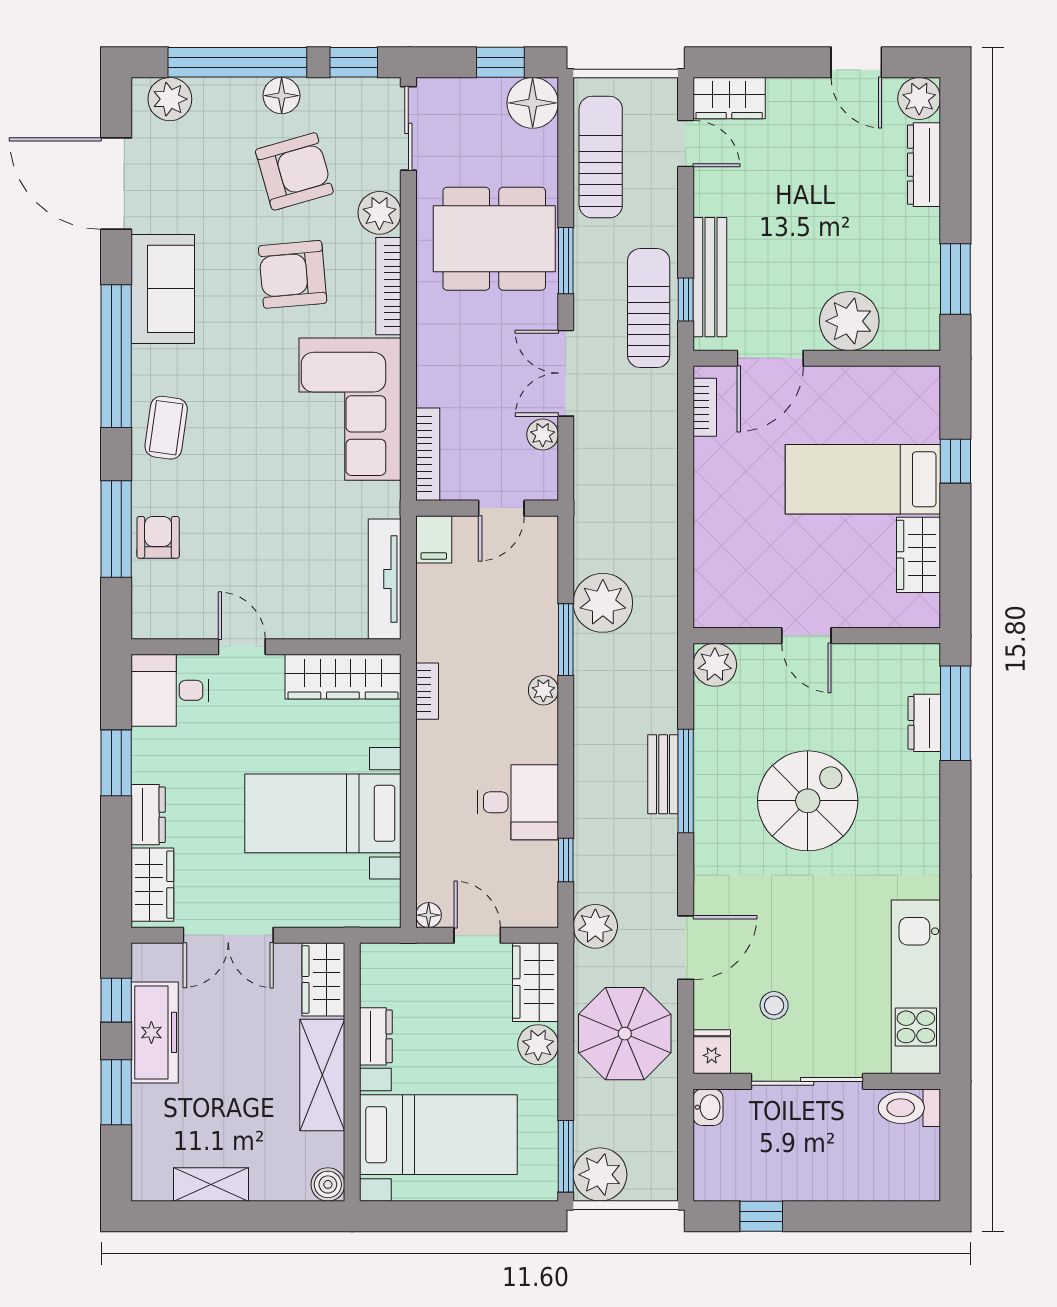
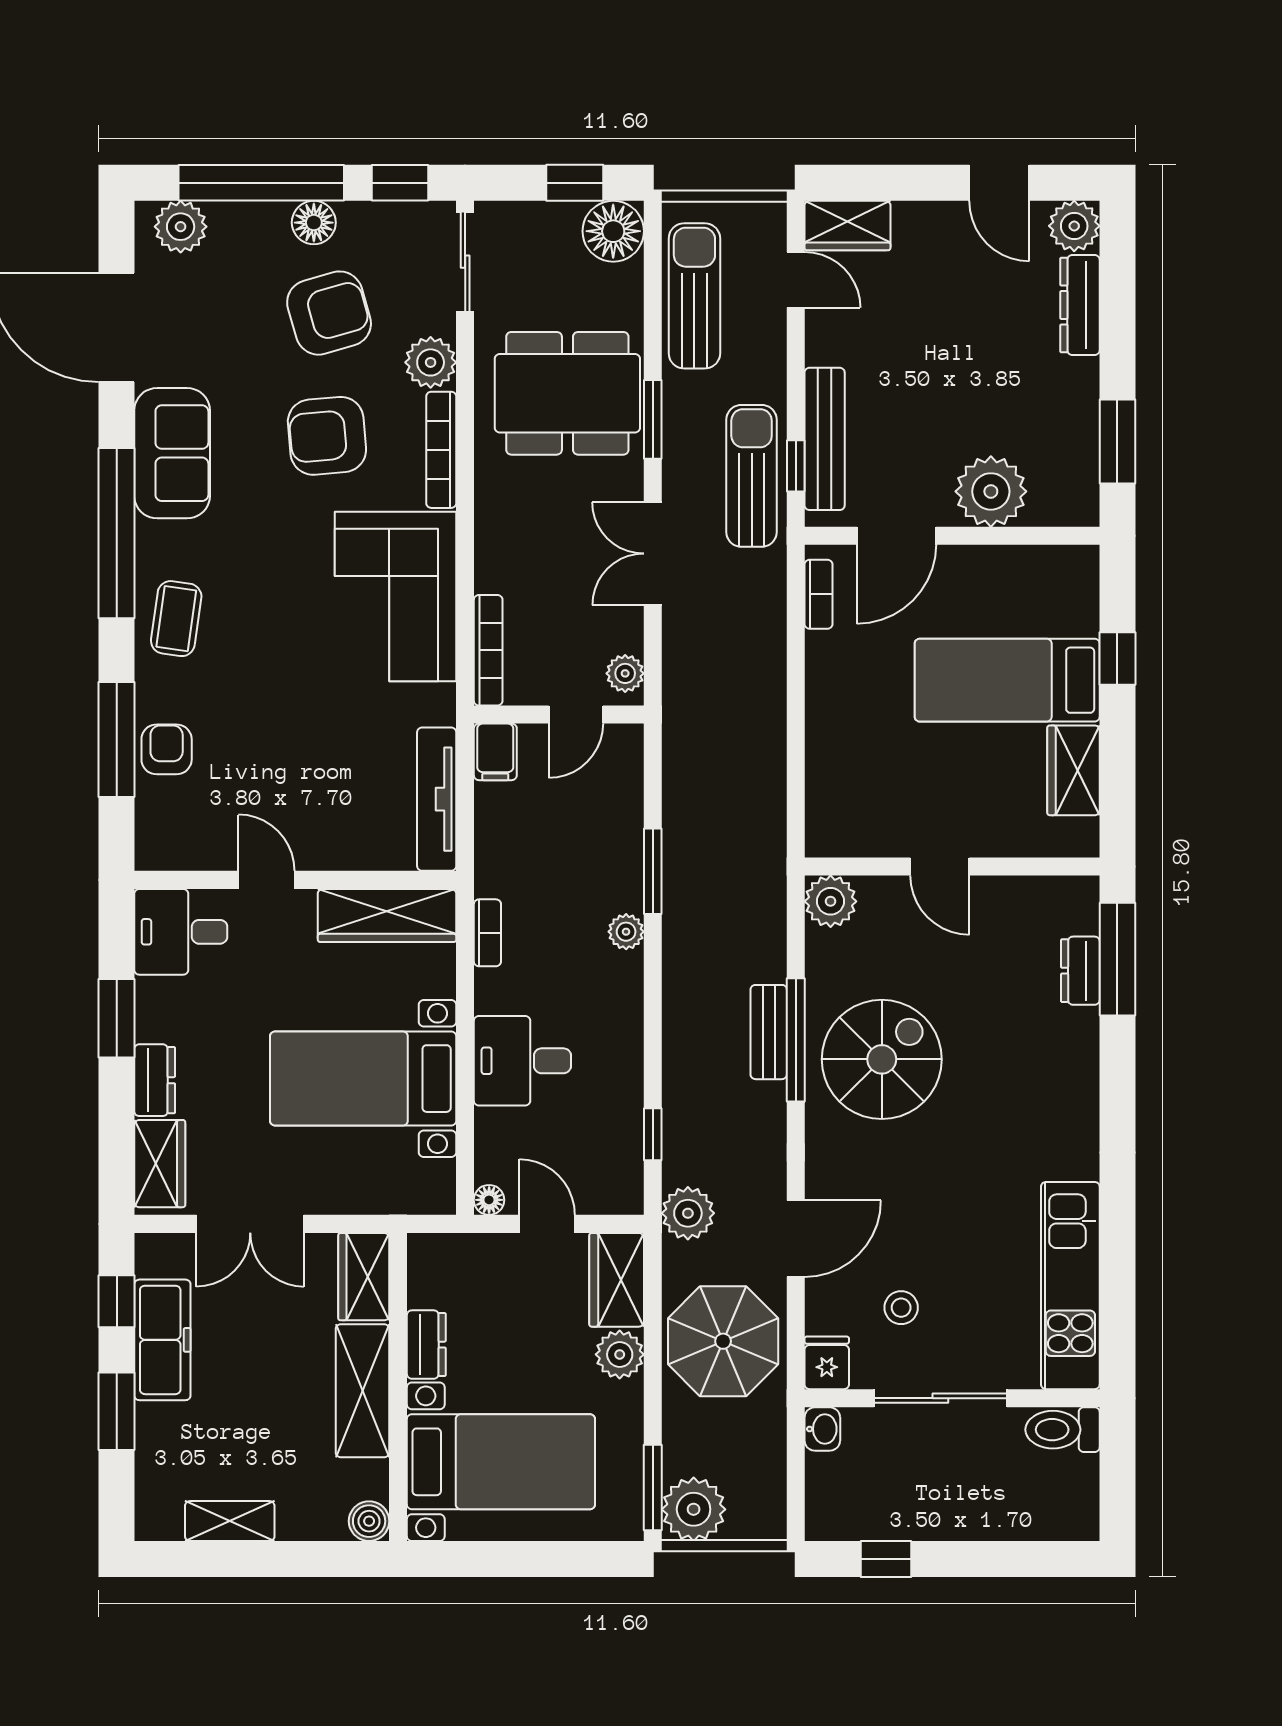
plant: (543, 435) -> (625, 673), moved
plant: (603, 603) -> (697, 828), removed
spiral stairs: (808, 801) -> (882, 1059), moved
desk: (518, 802) -> (522, 1061), moved, turned 180

